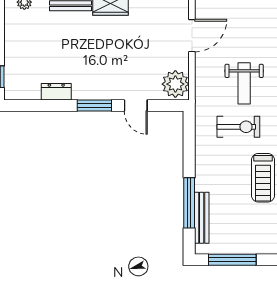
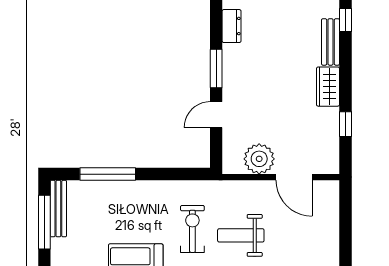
plant: (175, 84) -> (259, 159), moved
exercise bike: (238, 127) -> (192, 229), turned 180
bench: (202, 218) -> (58, 209), moved, turned 90

